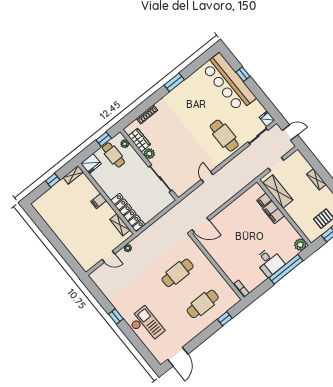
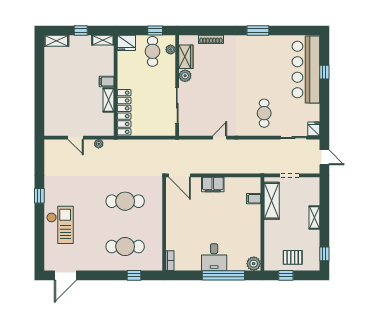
cafe table: (224, 136) -> (264, 113), width x0.73, depth x0.74
shelving: (42, 201) -> (56, 41), added
filing cabinet: (274, 212) -> (213, 185), moved, turned -90
shelving: (120, 225) -> (108, 100), moved

